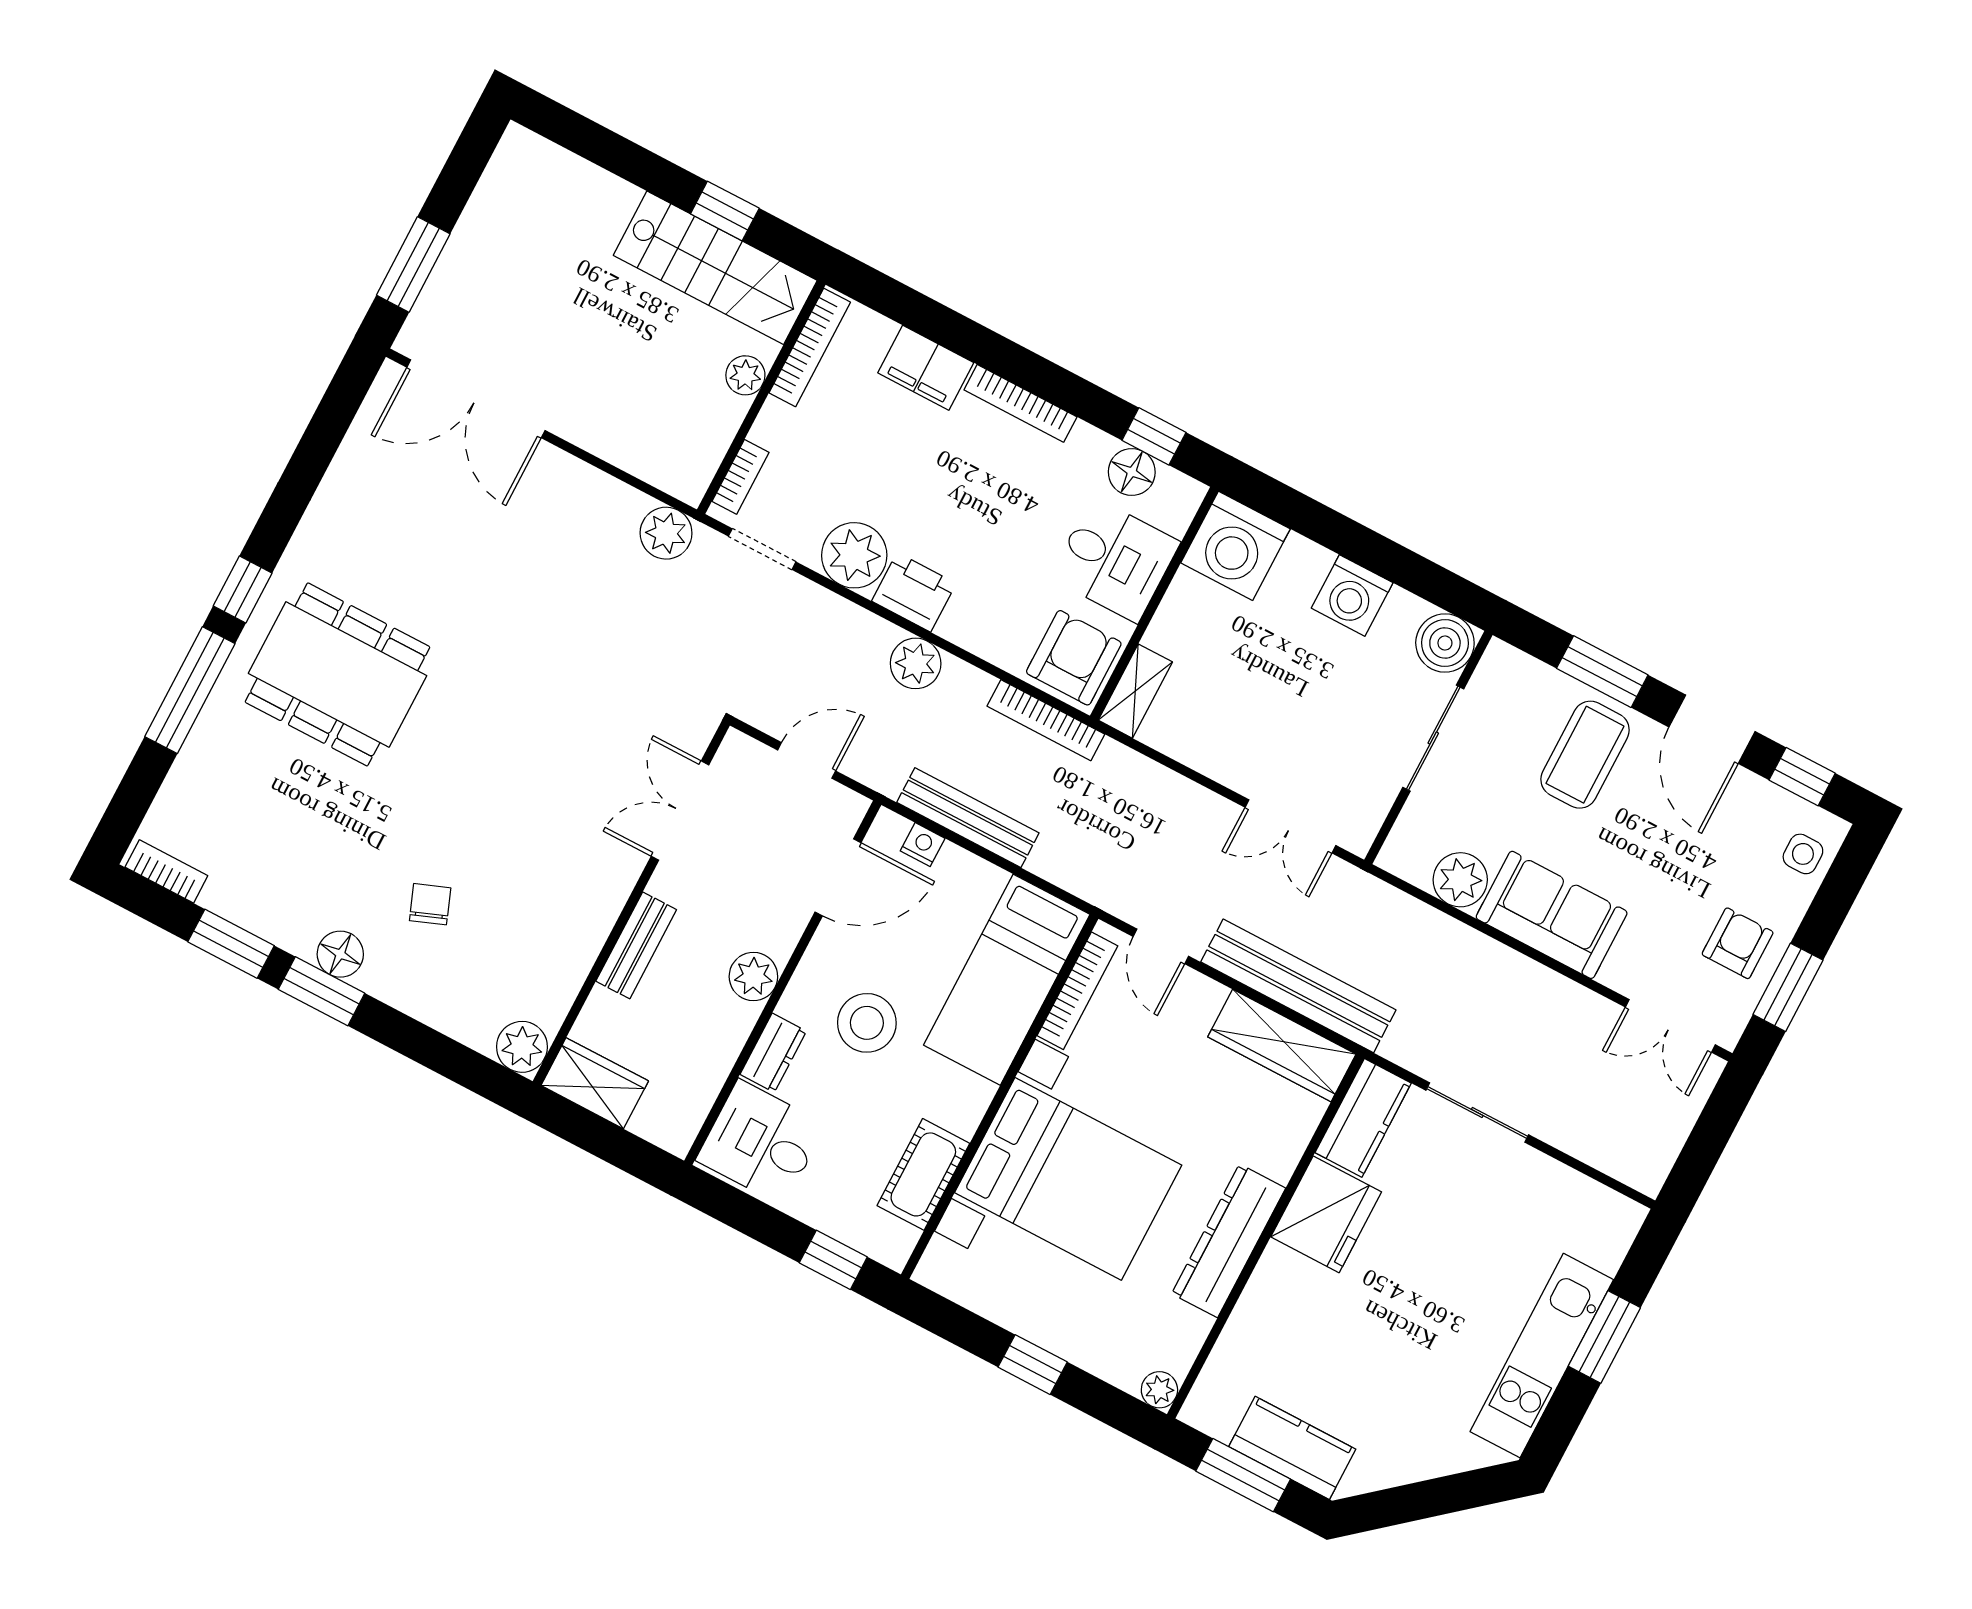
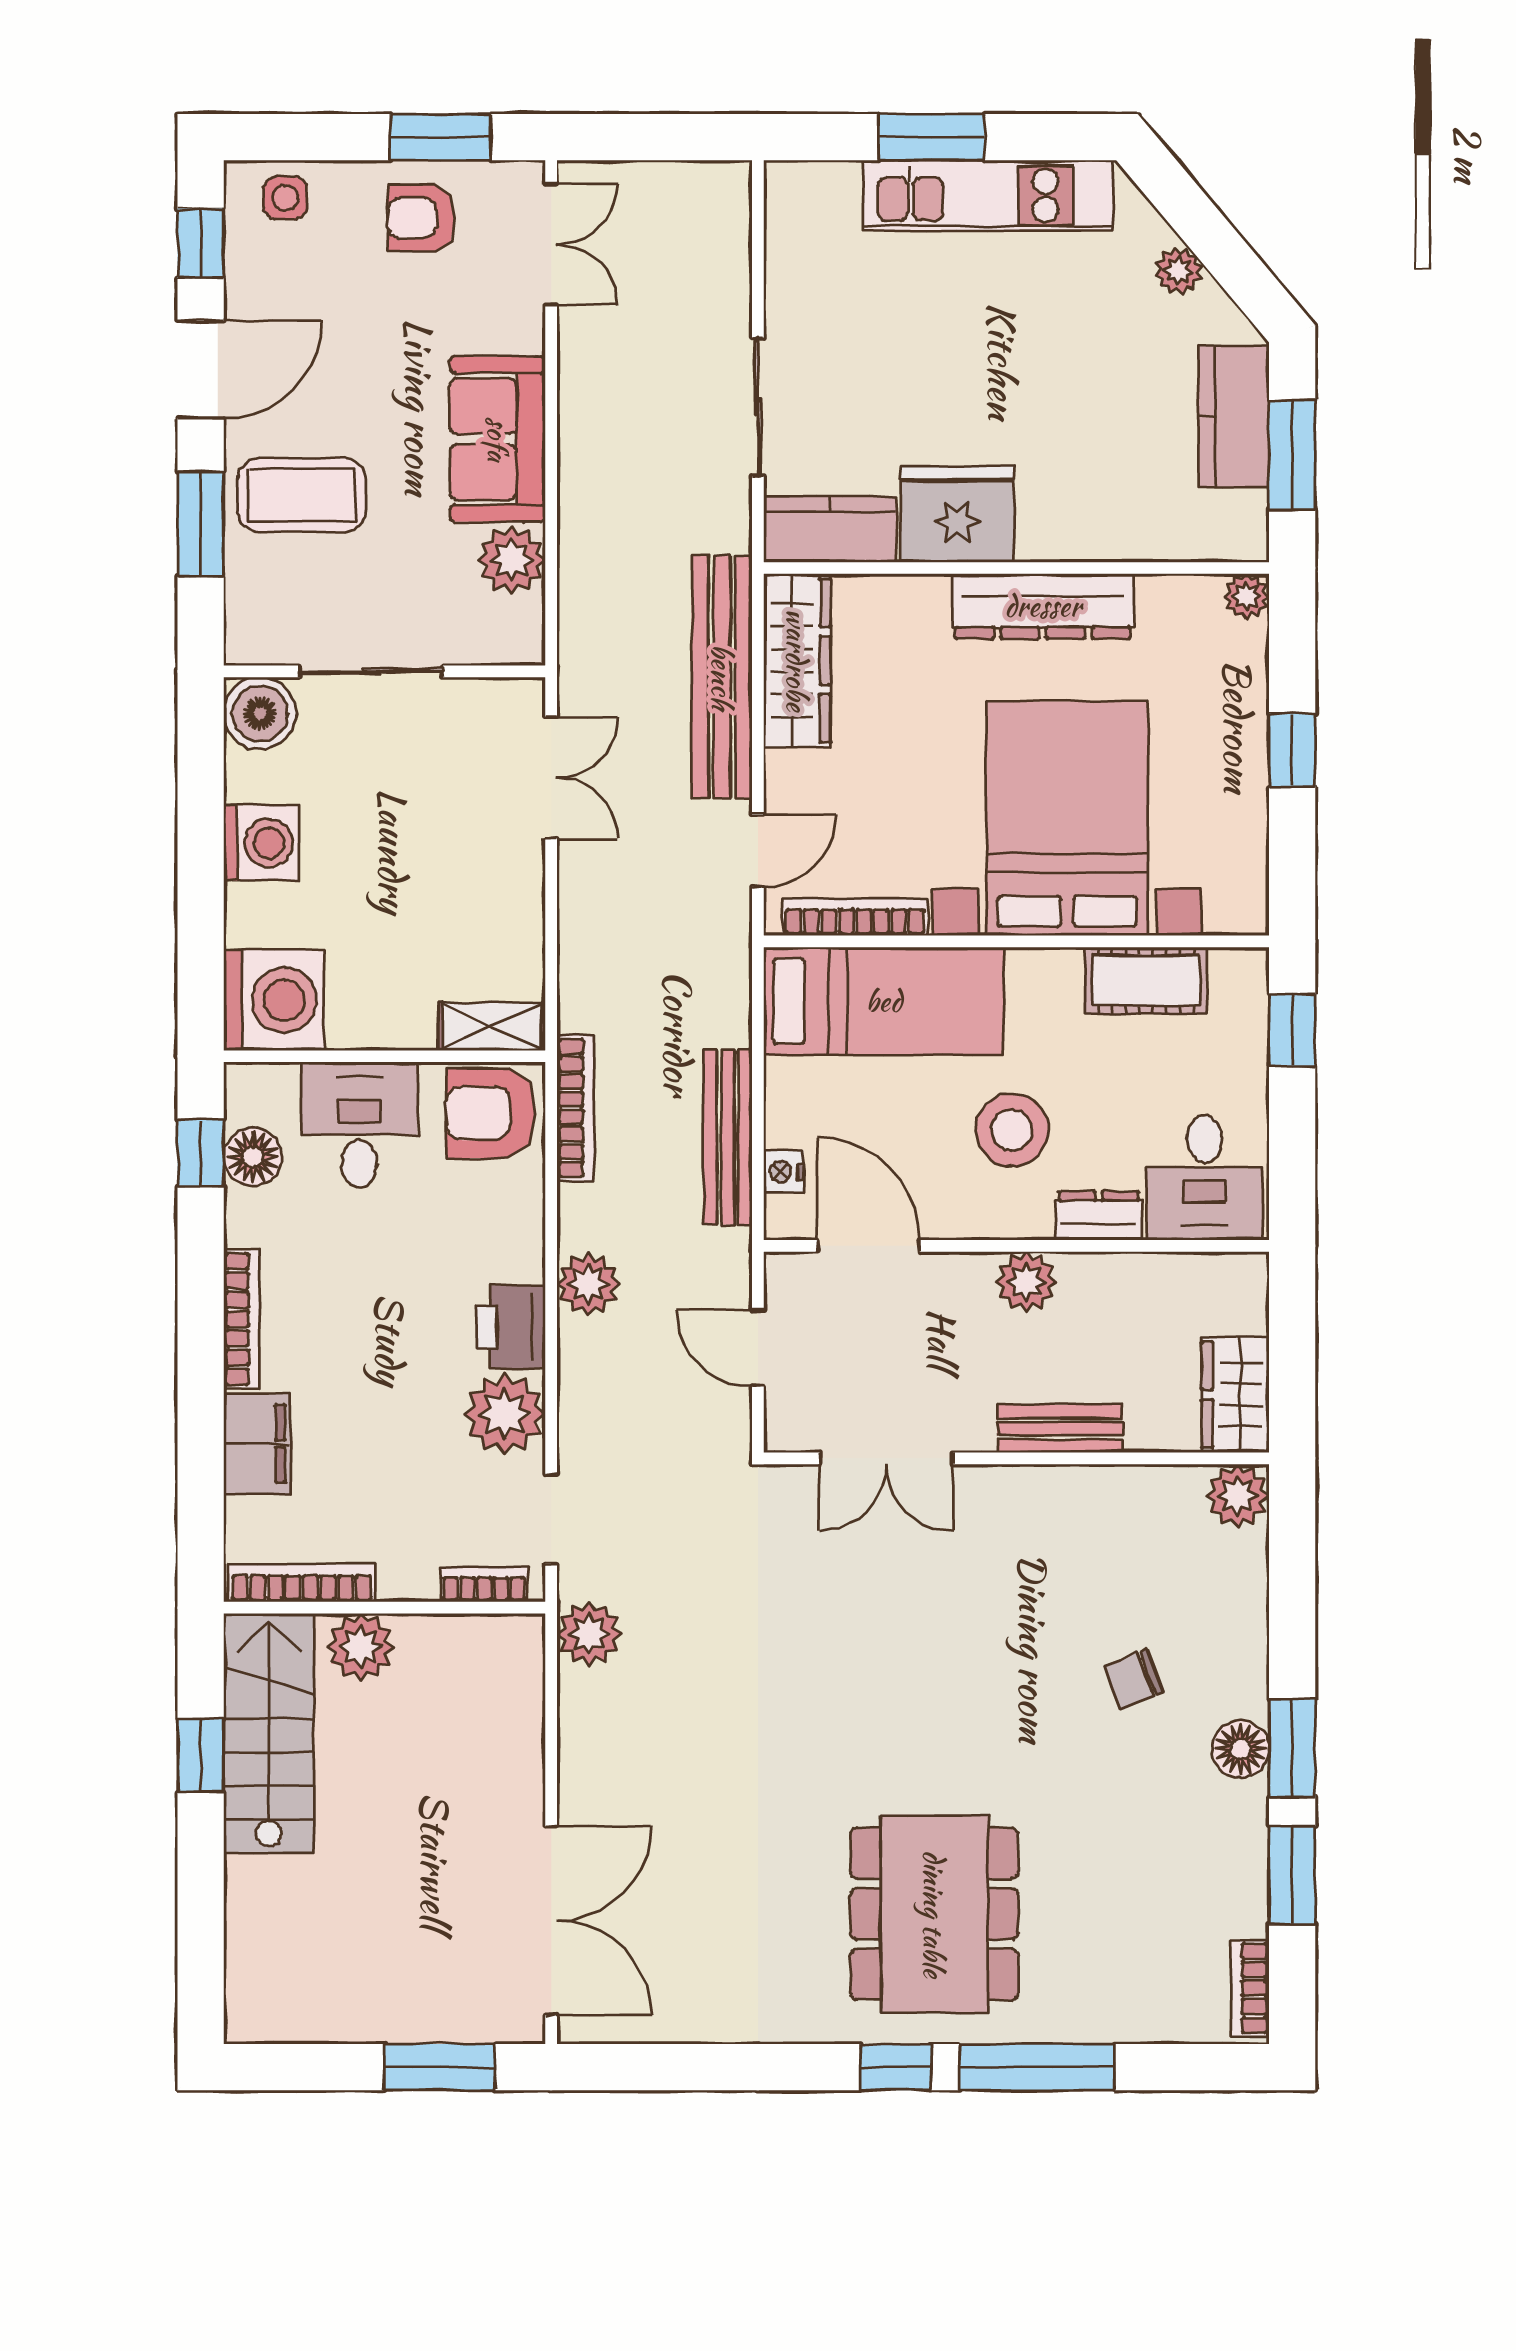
plant: (745, 375) -> (360, 1647), width x1.38, depth x1.38
plant: (1417, 1463) -> (1178, 271), added

